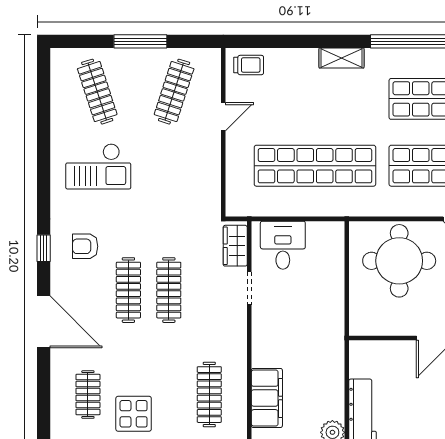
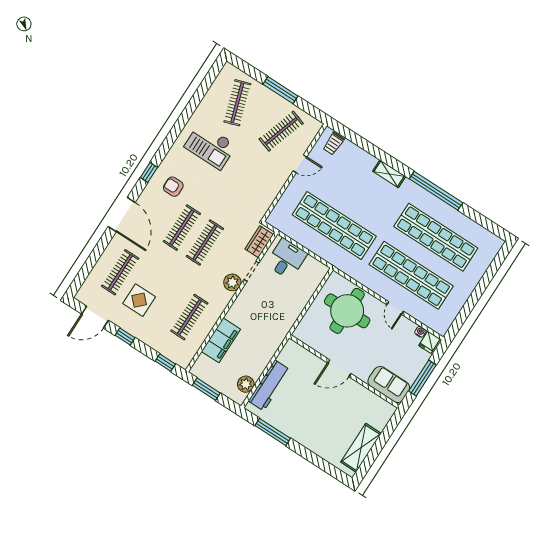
trolley: (249, 65) -> (334, 144), turned 91
plant: (235, 317) -> (232, 282), added
clothes rail: (88, 395) -> (120, 272), width x1.36

